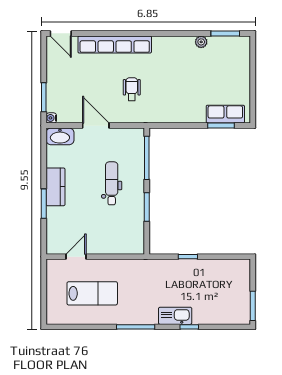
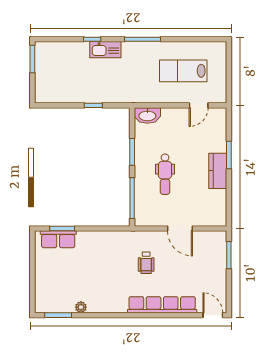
water cooler: (51, 118) -> (222, 236), removed
washbasin: (60, 136) -> (147, 116), moved, turned 180

